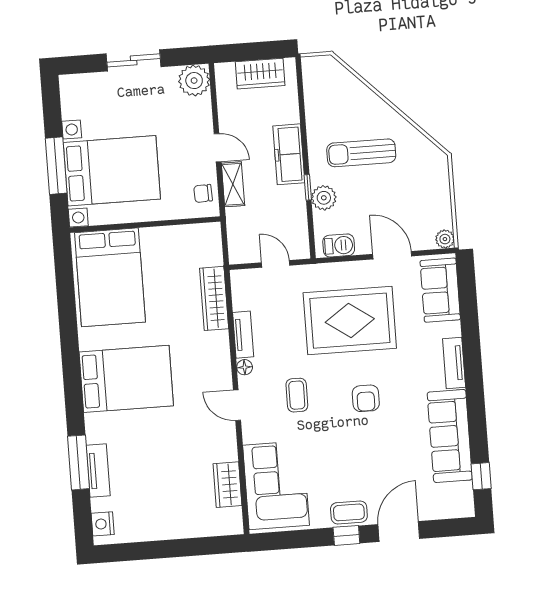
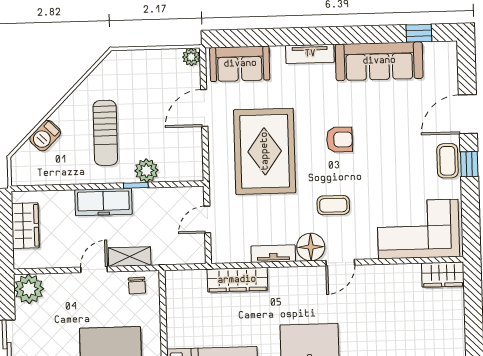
barbecue: (339, 245) -> (45, 136), moved, turned -135
floor lamp: (245, 367) -> (311, 247), width x1.89, depth x1.89
wardrobe: (227, 485) -> (443, 275), moved
door: (399, 531) -> (468, 114), hinge flipped

